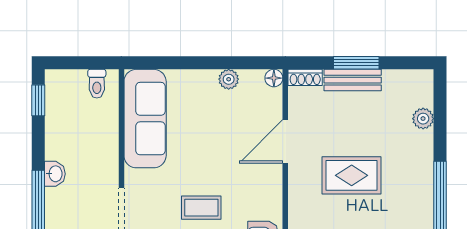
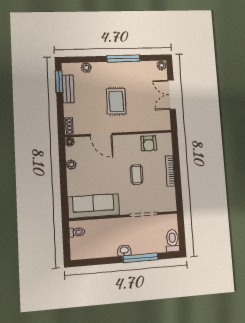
window: (356, 63) -> (59, 82), moved
bench: (353, 80) -> (68, 89), moved
window: (38, 100) -> (87, 262), removed

